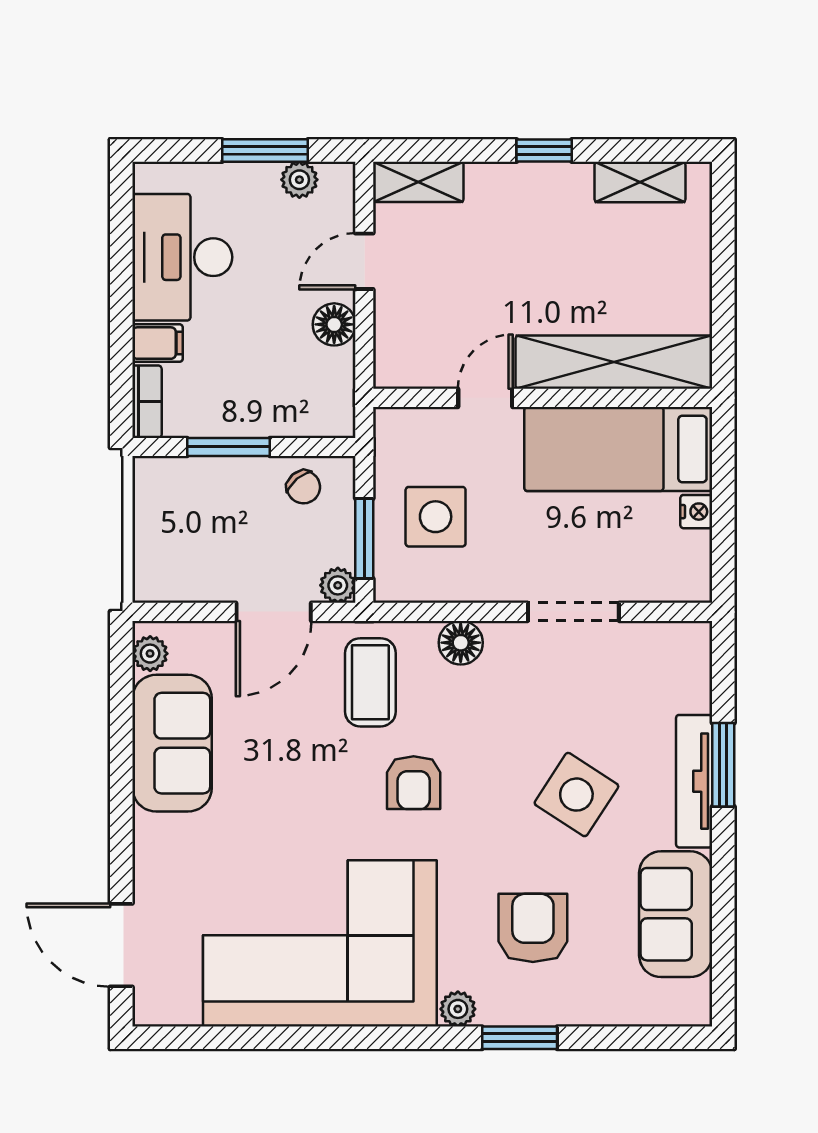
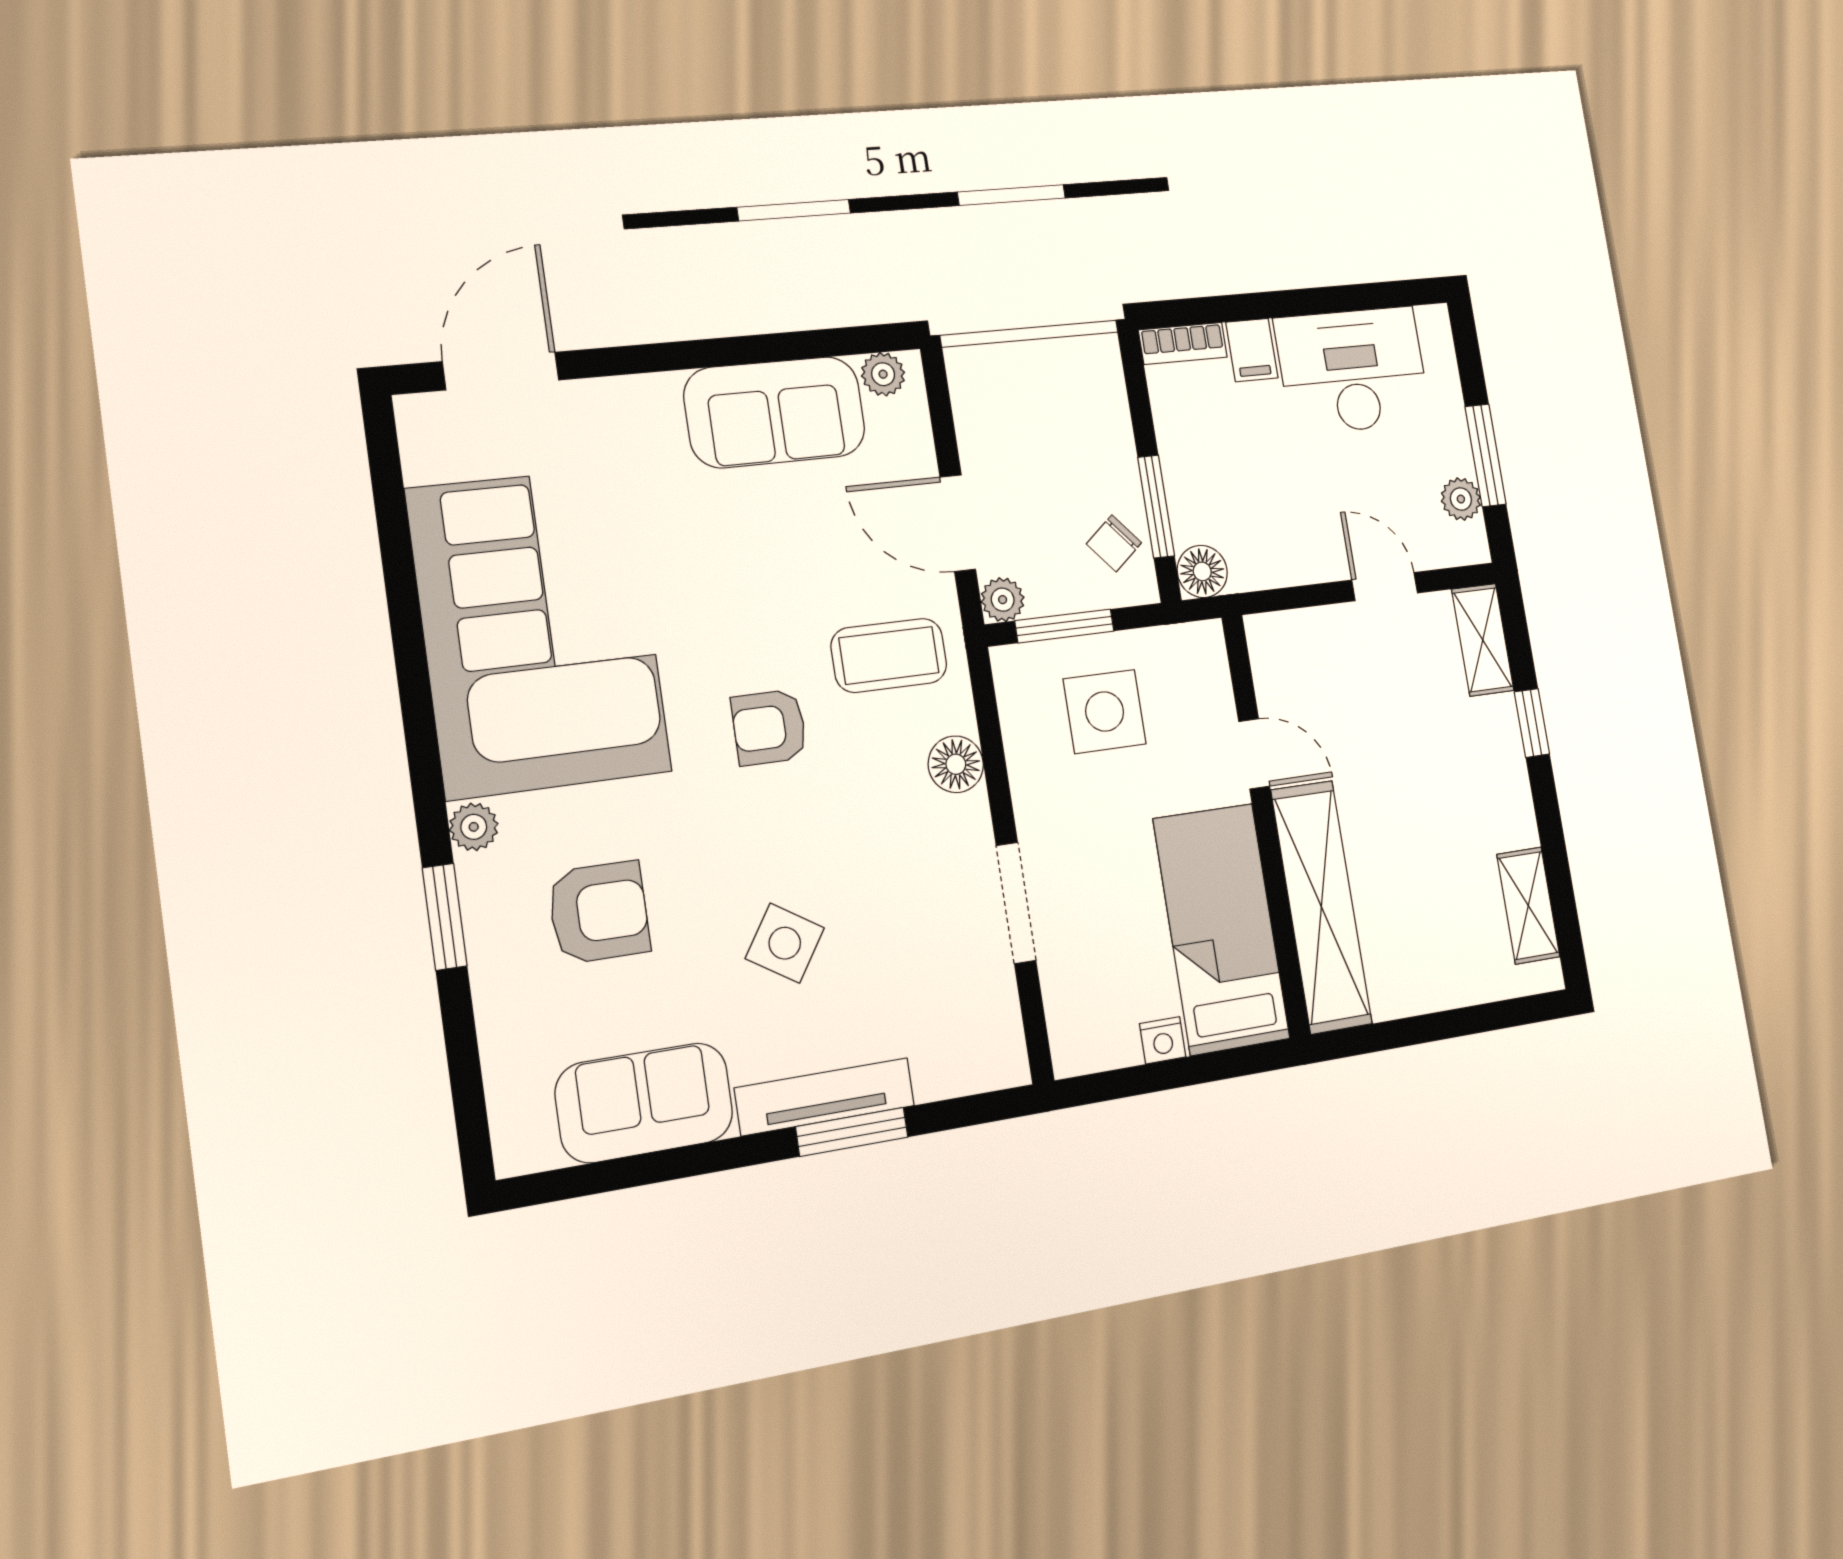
window: (544, 150) -> (1532, 723), moved
floor lamp: (334, 324) -> (1202, 571), moved
window: (229, 447) -> (1156, 506), moved
side table: (576, 795) -> (785, 943), width x0.73, depth x0.73

